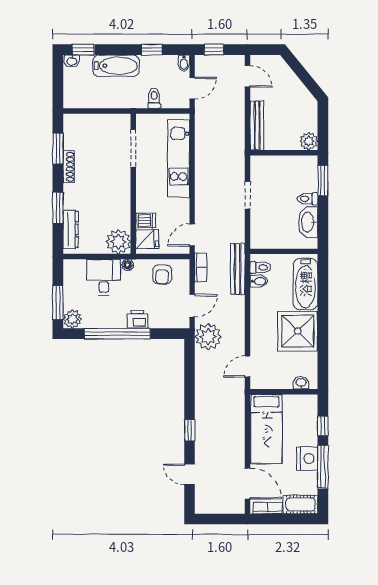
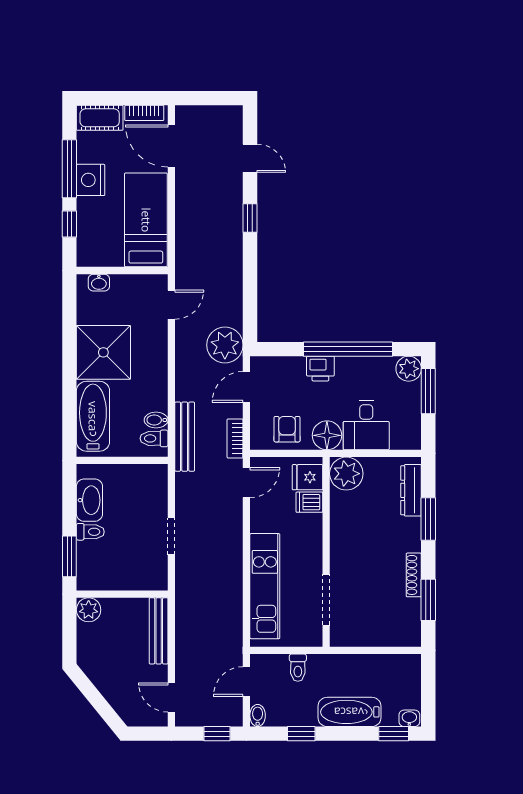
floor lamp: (128, 265) -> (327, 435), width x1.89, depth x1.89

